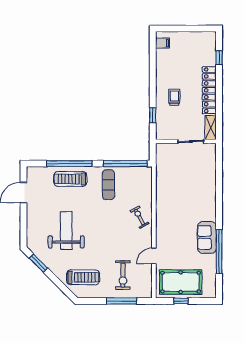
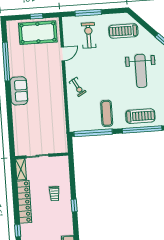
window: (153, 115) -> (74, 206), moved
sofa: (207, 237) -> (19, 91), moved

